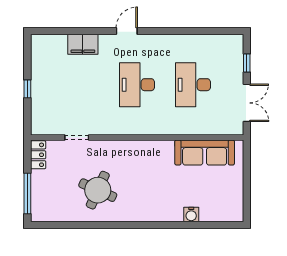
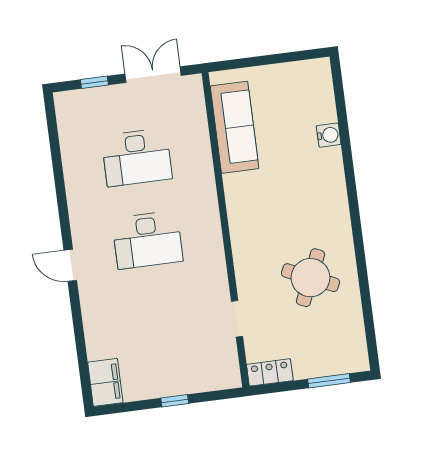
filing cabinet: (83, 44) -> (105, 382), moved
window: (27, 193) -> (329, 381), width x0.69

